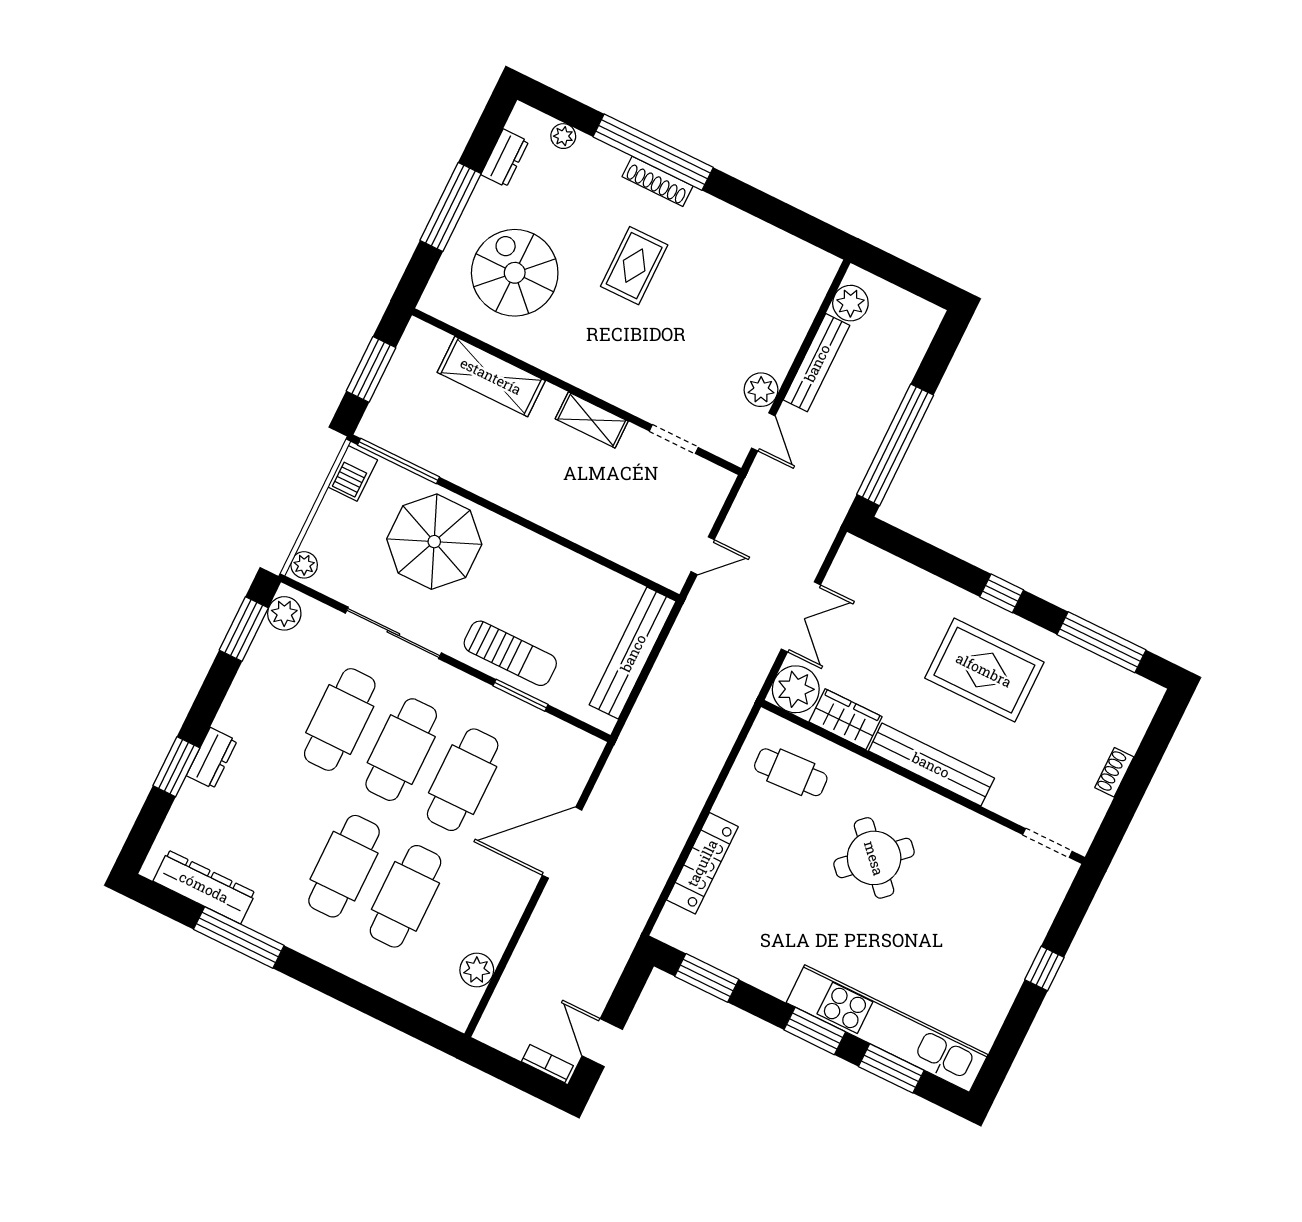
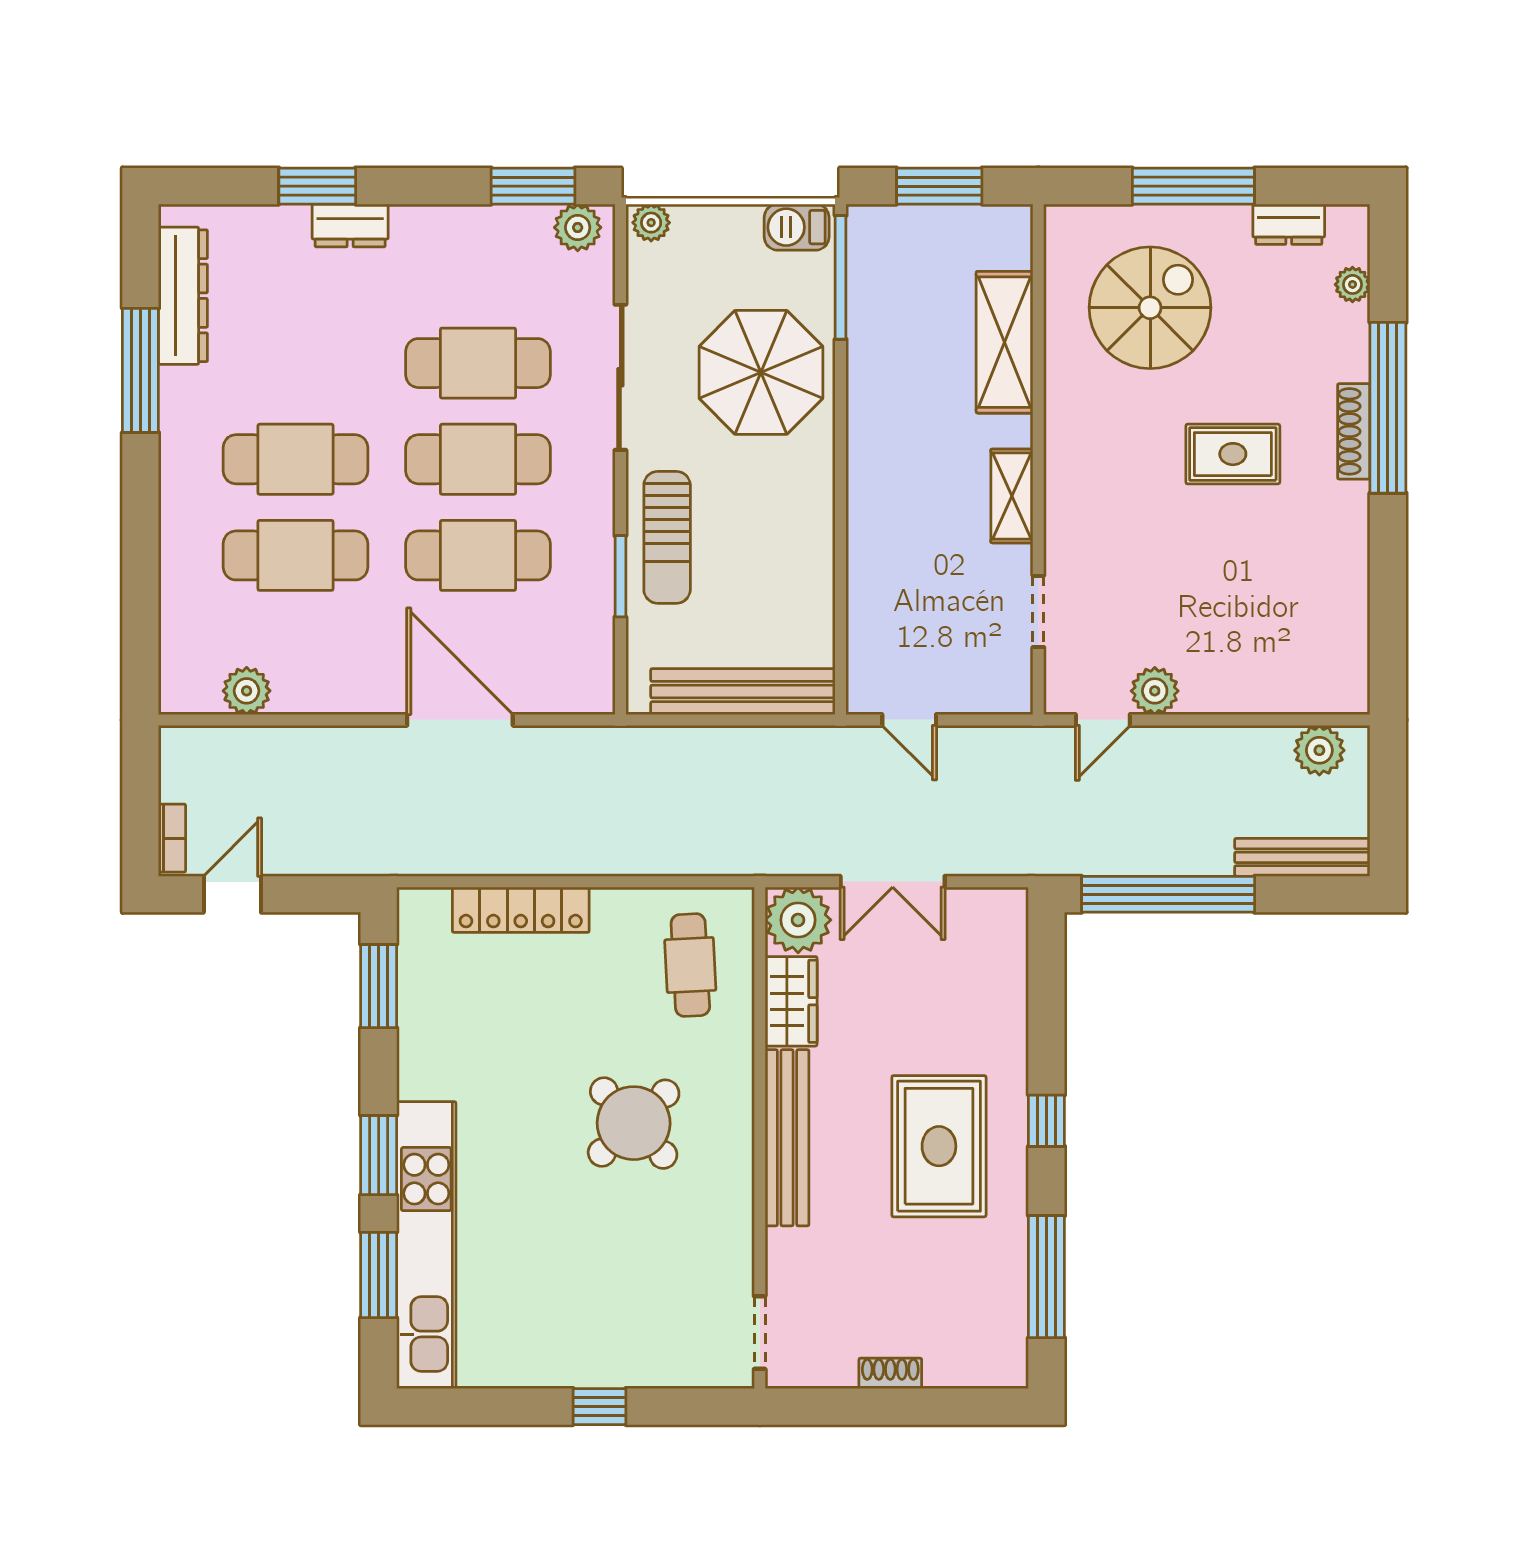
bench: (817, 363) -> (1302, 857), moved

